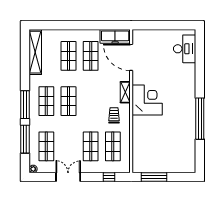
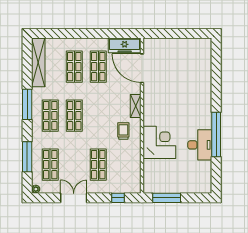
desk: (185, 49) -> (200, 145), moved
corner desk: (147, 100) -> (159, 142), moved
window: (25, 105) -> (27, 104), moved
shop shelf: (113, 146) -> (122, 165), removed

